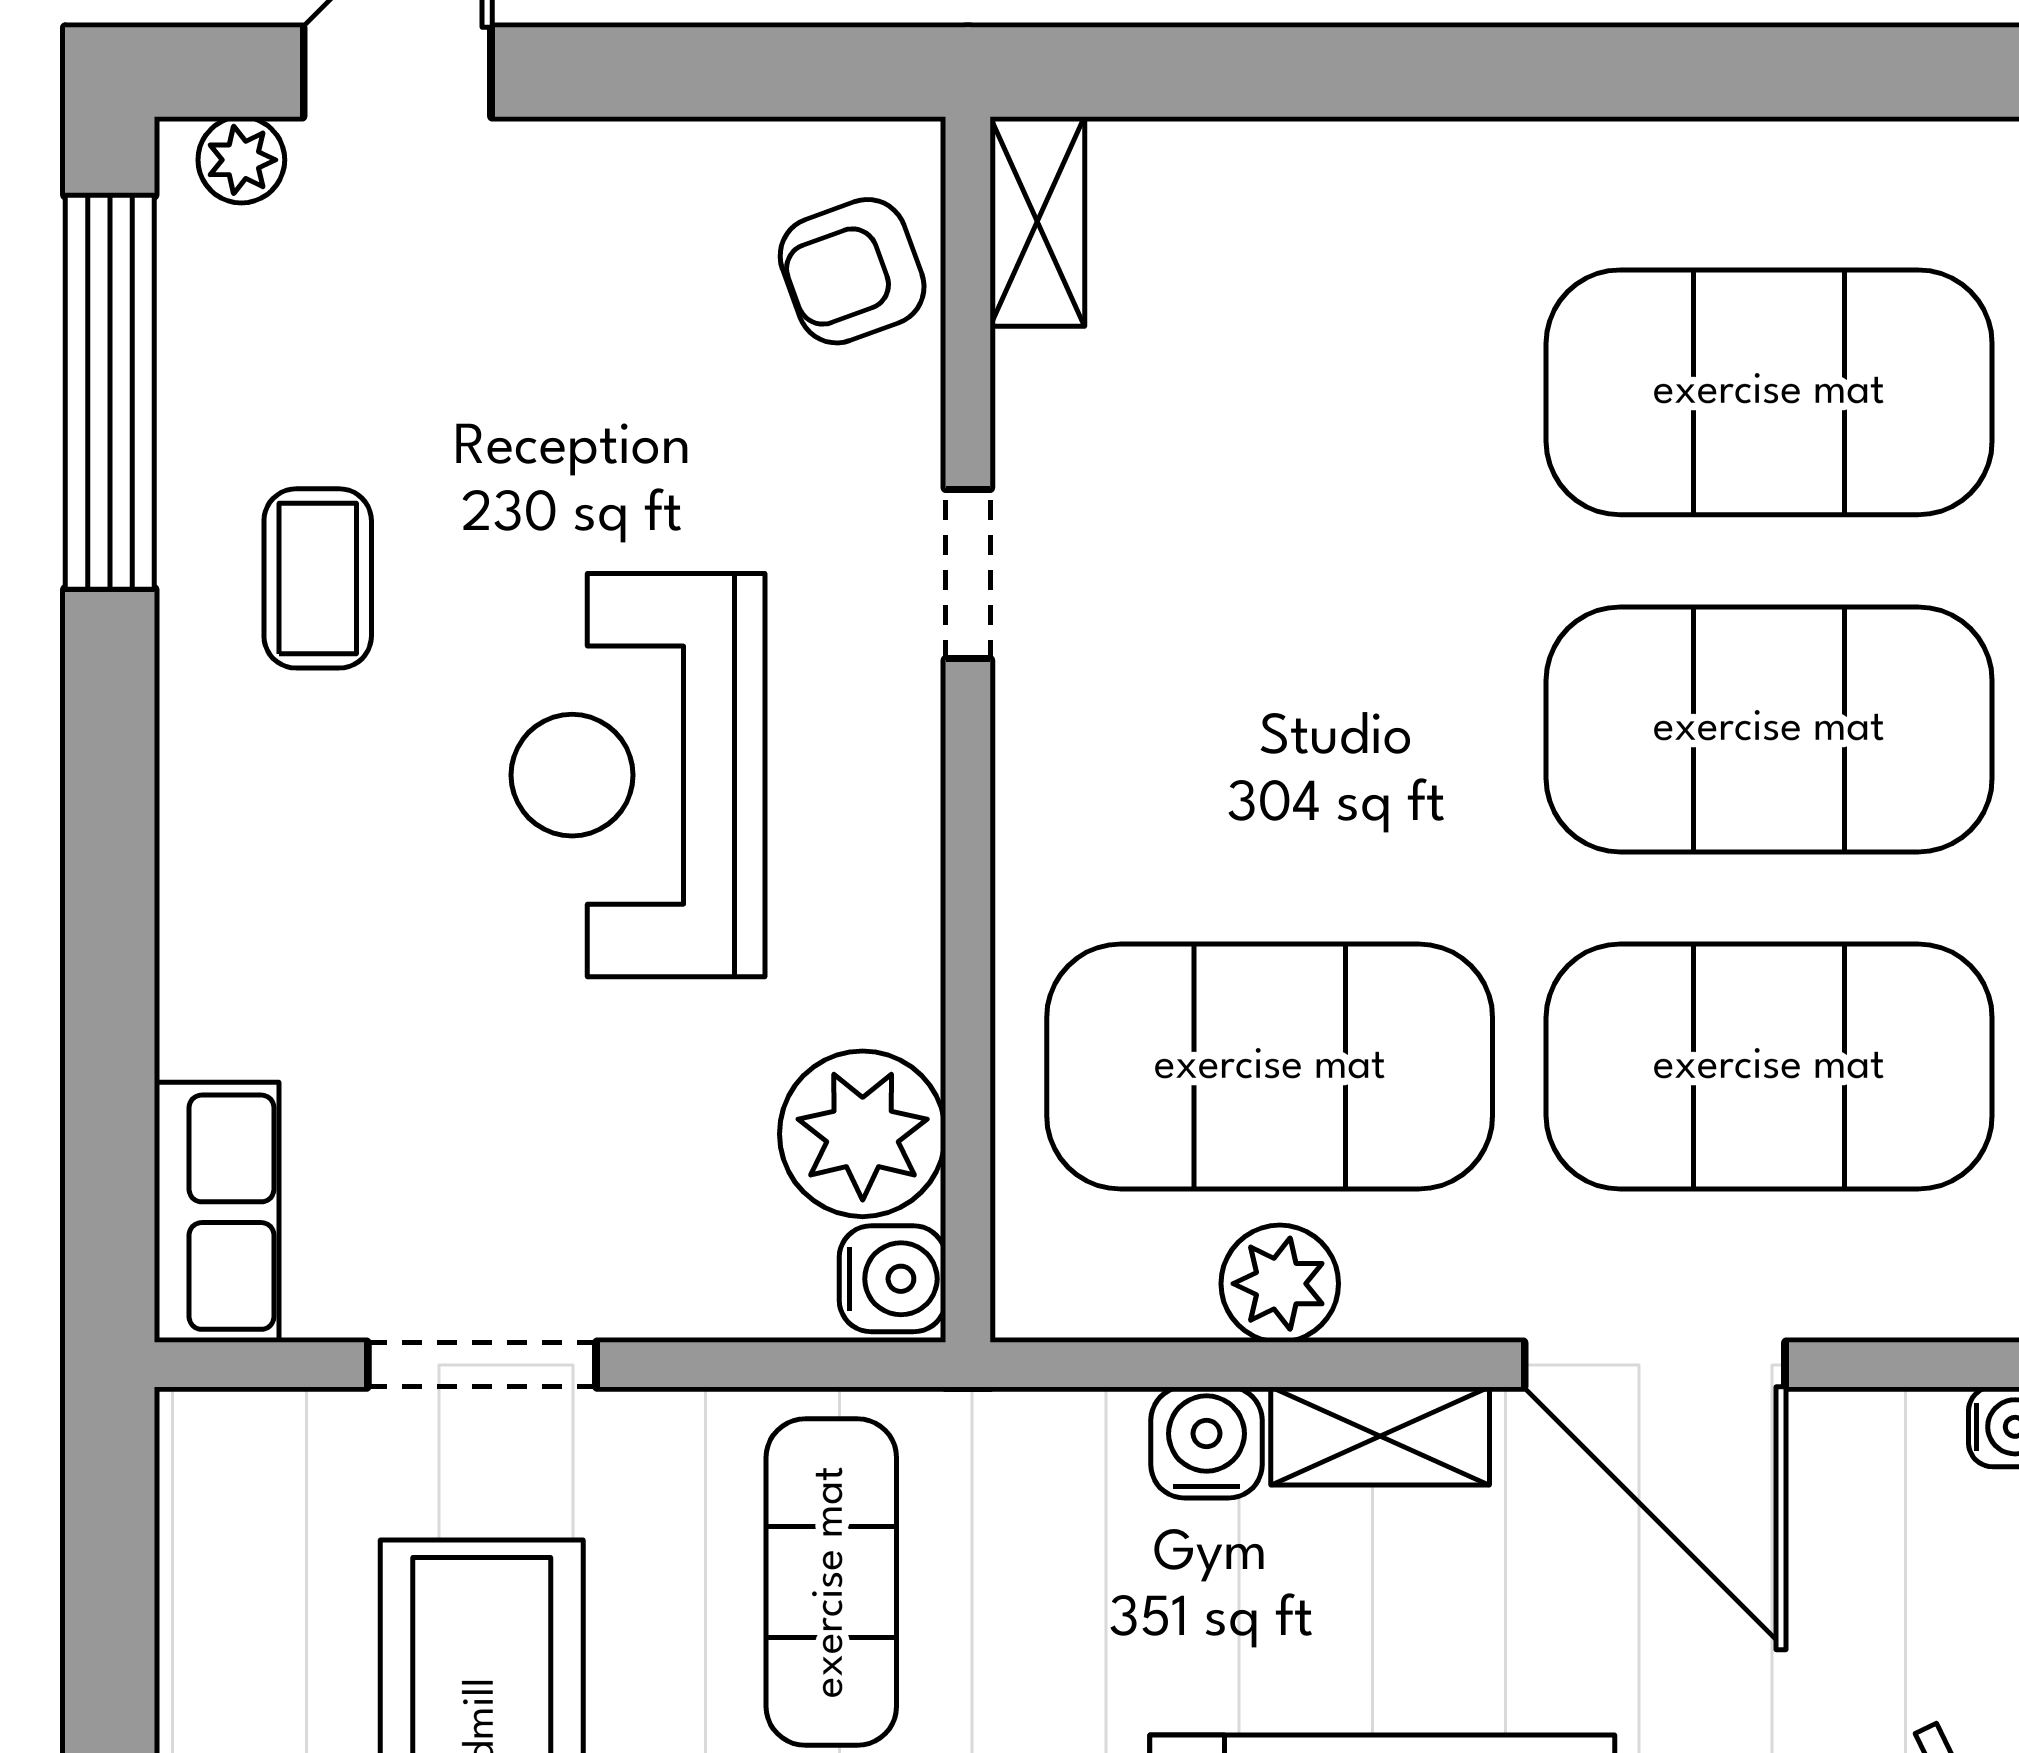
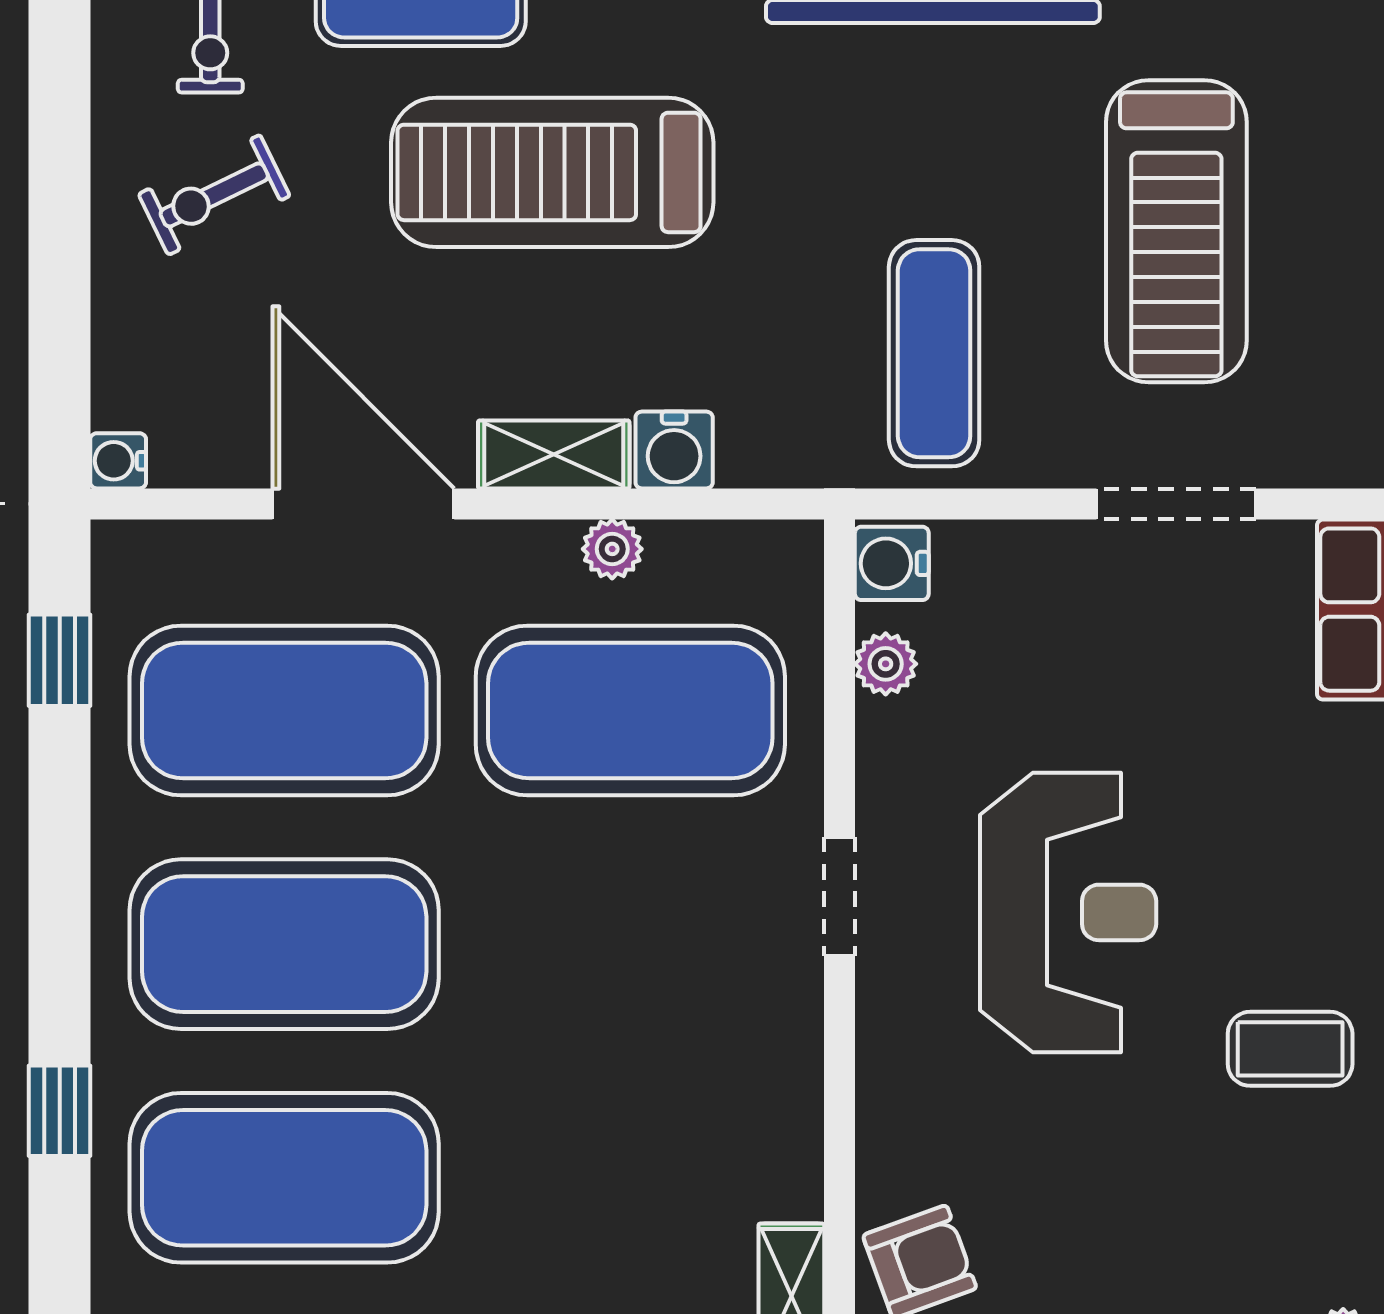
doorway: (968, 574) -> (840, 896), moved
coffee table: (318, 578) -> (1290, 1049), turned 90
plant: (863, 1134) -> (886, 664), width x0.53, depth x0.53
plant: (1280, 1284) -> (612, 549), width x0.73, depth x0.73

